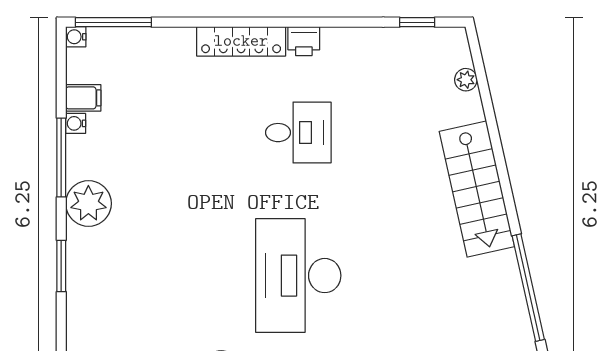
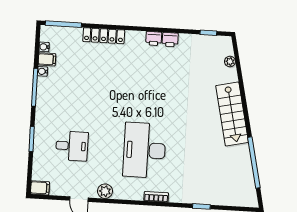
water cooler: (76, 37) -> (44, 47), moved
locker: (241, 41) -> (104, 36), moved
printer: (338, 41) -> (170, 40), added
desk: (298, 133) -> (72, 146), moved
plant: (88, 203) -> (46, 110), removed

